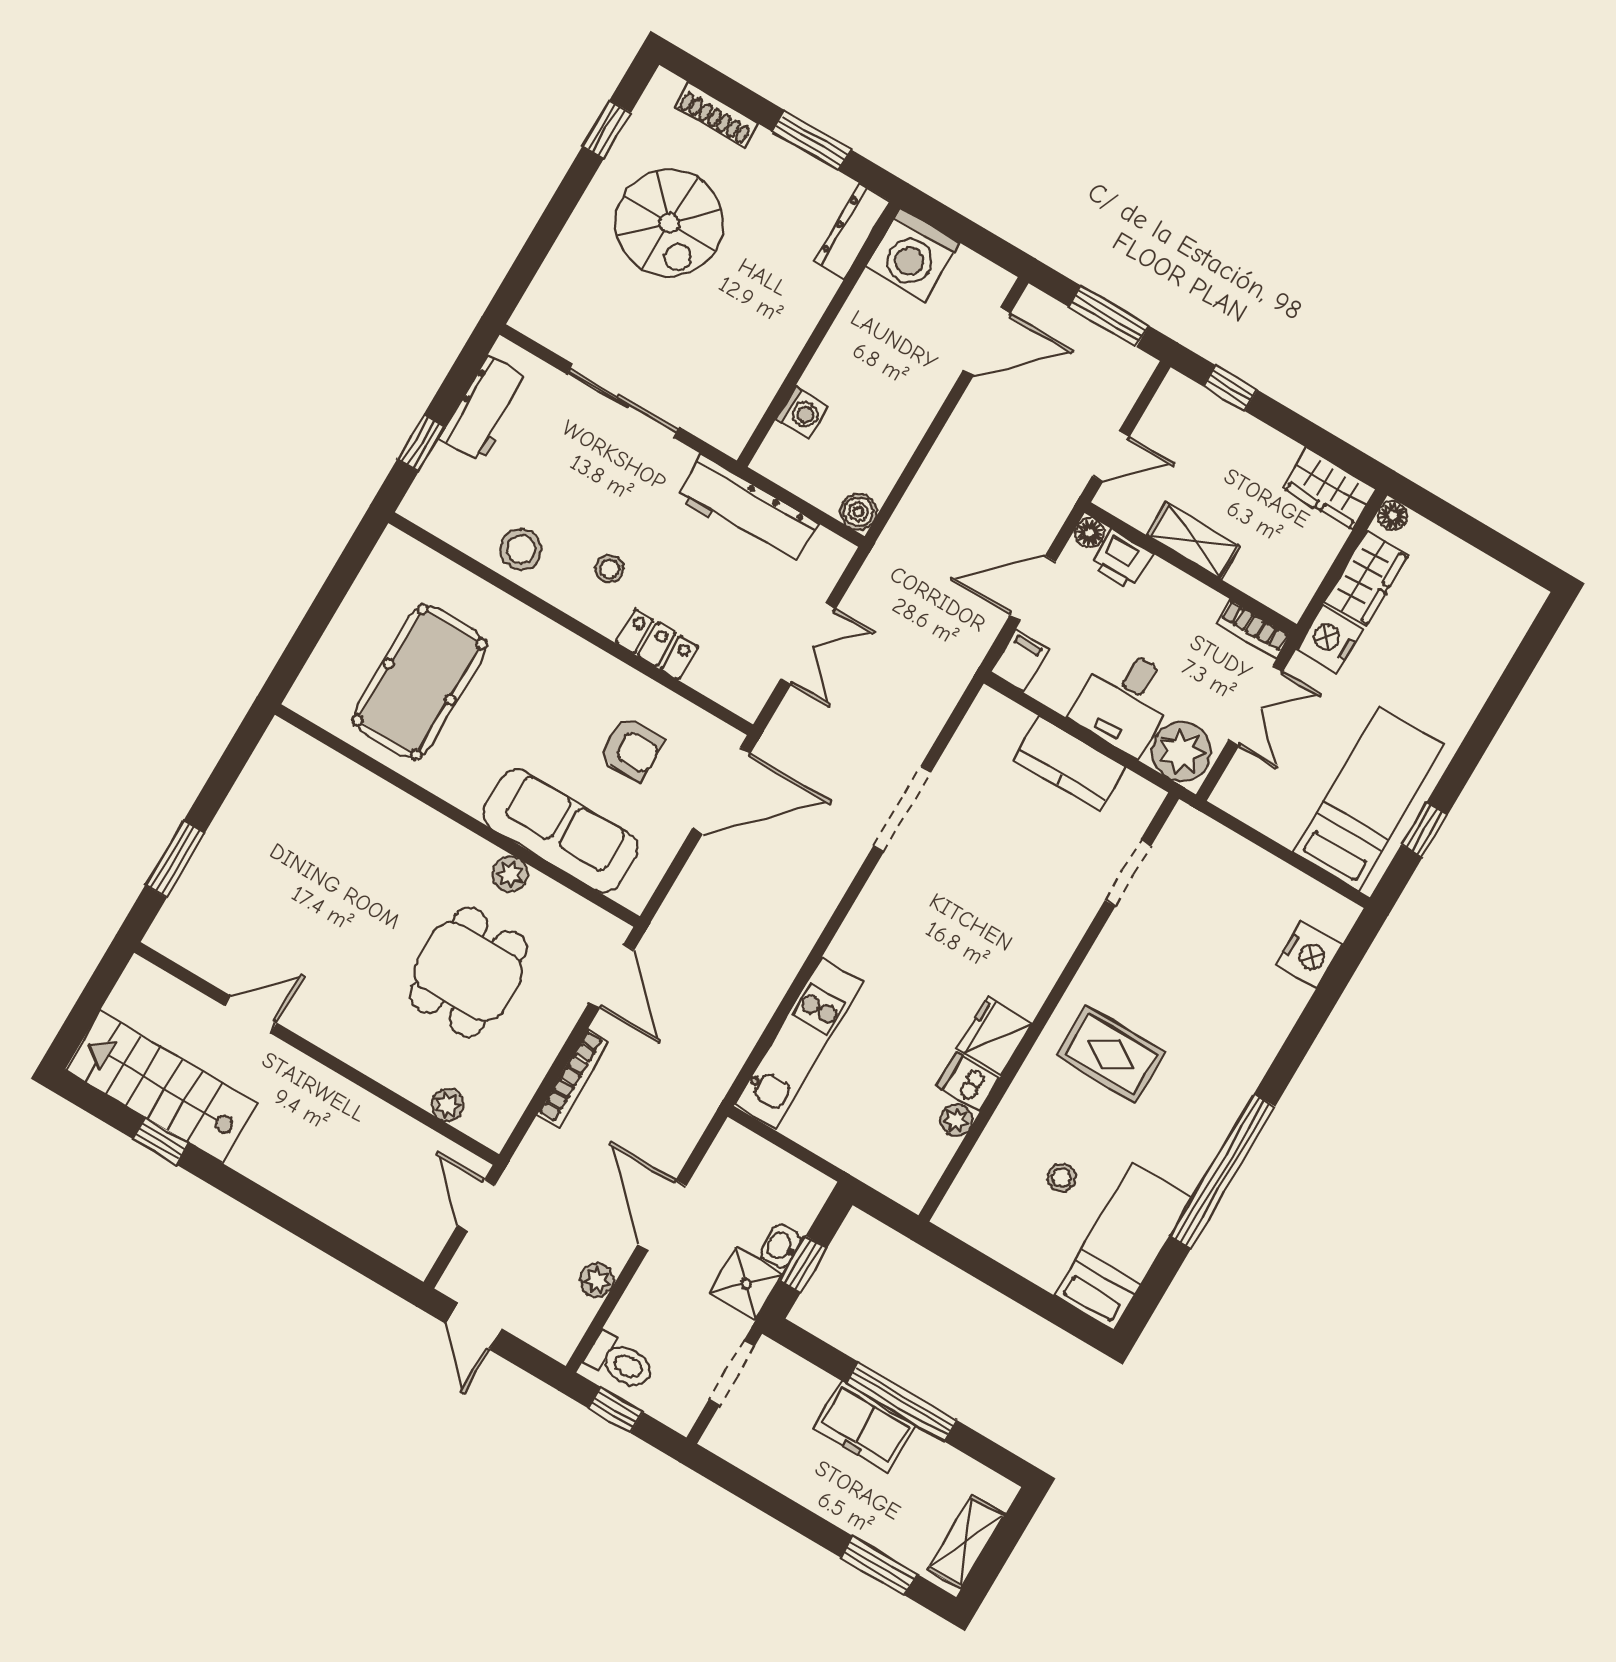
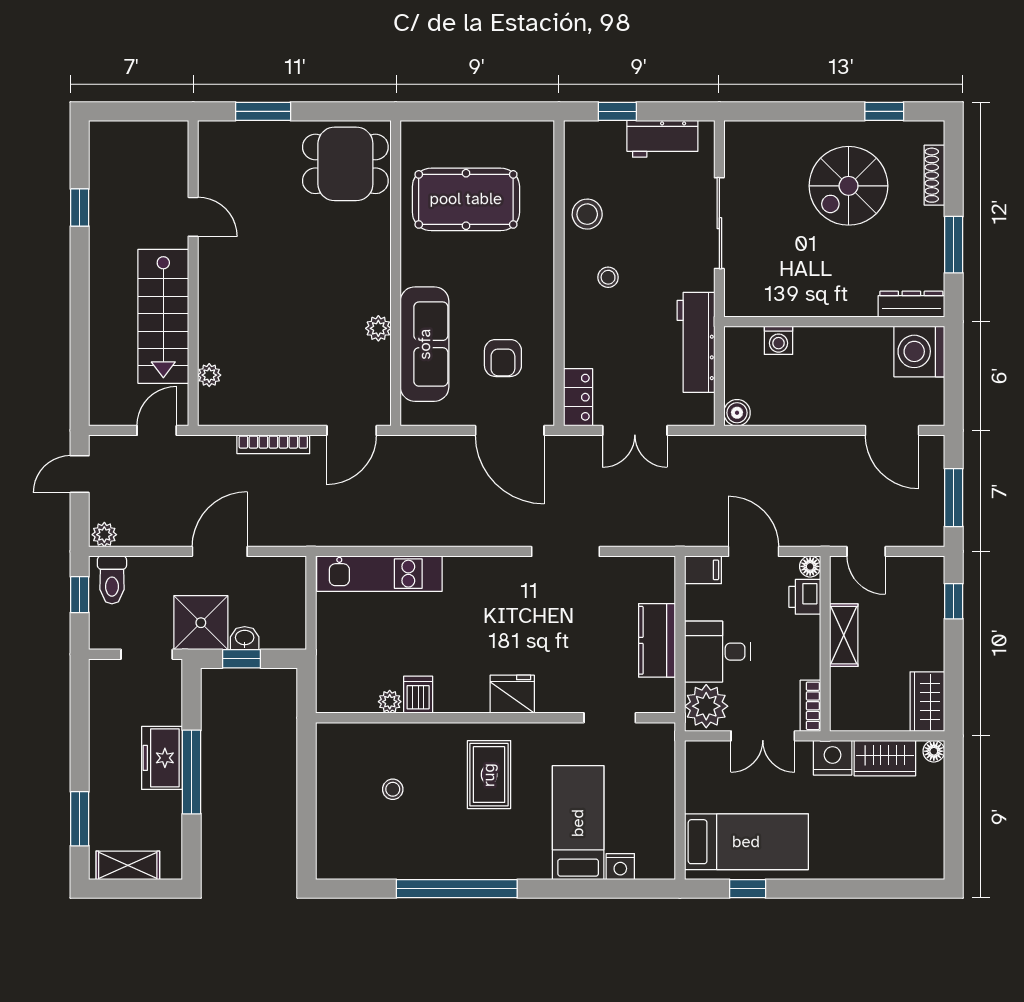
locker: (657, 645) -> (578, 397), moved
nightstand: (1309, 955) -> (620, 867), width x0.74, depth x0.75
dining table: (468, 972) -> (345, 164), moved
fridge: (994, 1036) -> (512, 694), moved
stairs: (161, 1087) -> (163, 316), moved, turned 180
bed: (1123, 1246) -> (578, 823), moved, turned -90
plant: (597, 1280) -> (104, 535), moved
shower: (746, 1284) -> (201, 623), width x1.36, depth x1.36

